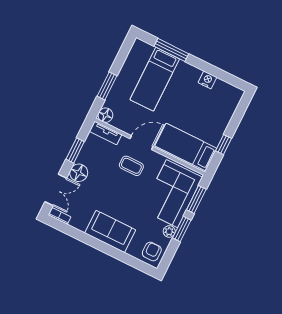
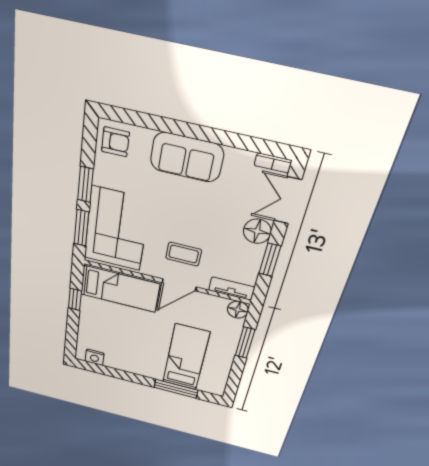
nightstand: (207, 80) -> (95, 357), moved
plant: (169, 231) -> (101, 177), removed
armchair: (152, 251) -> (115, 142), turned -90

